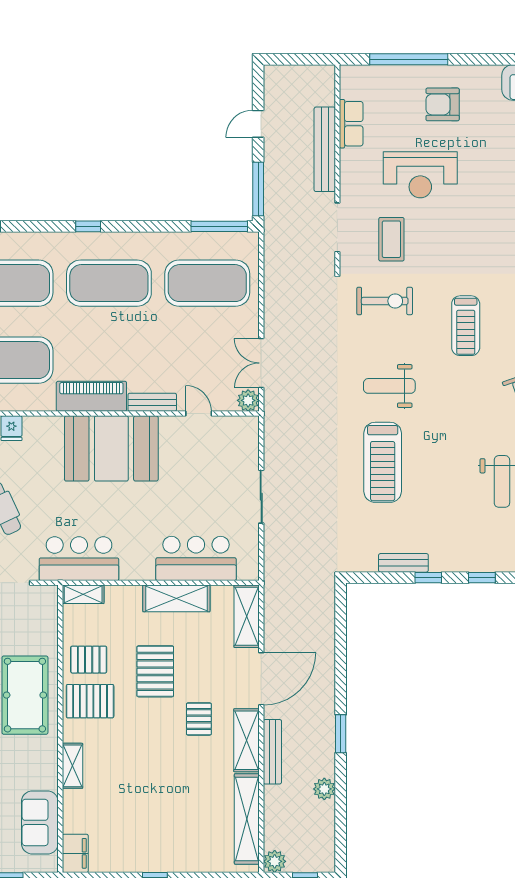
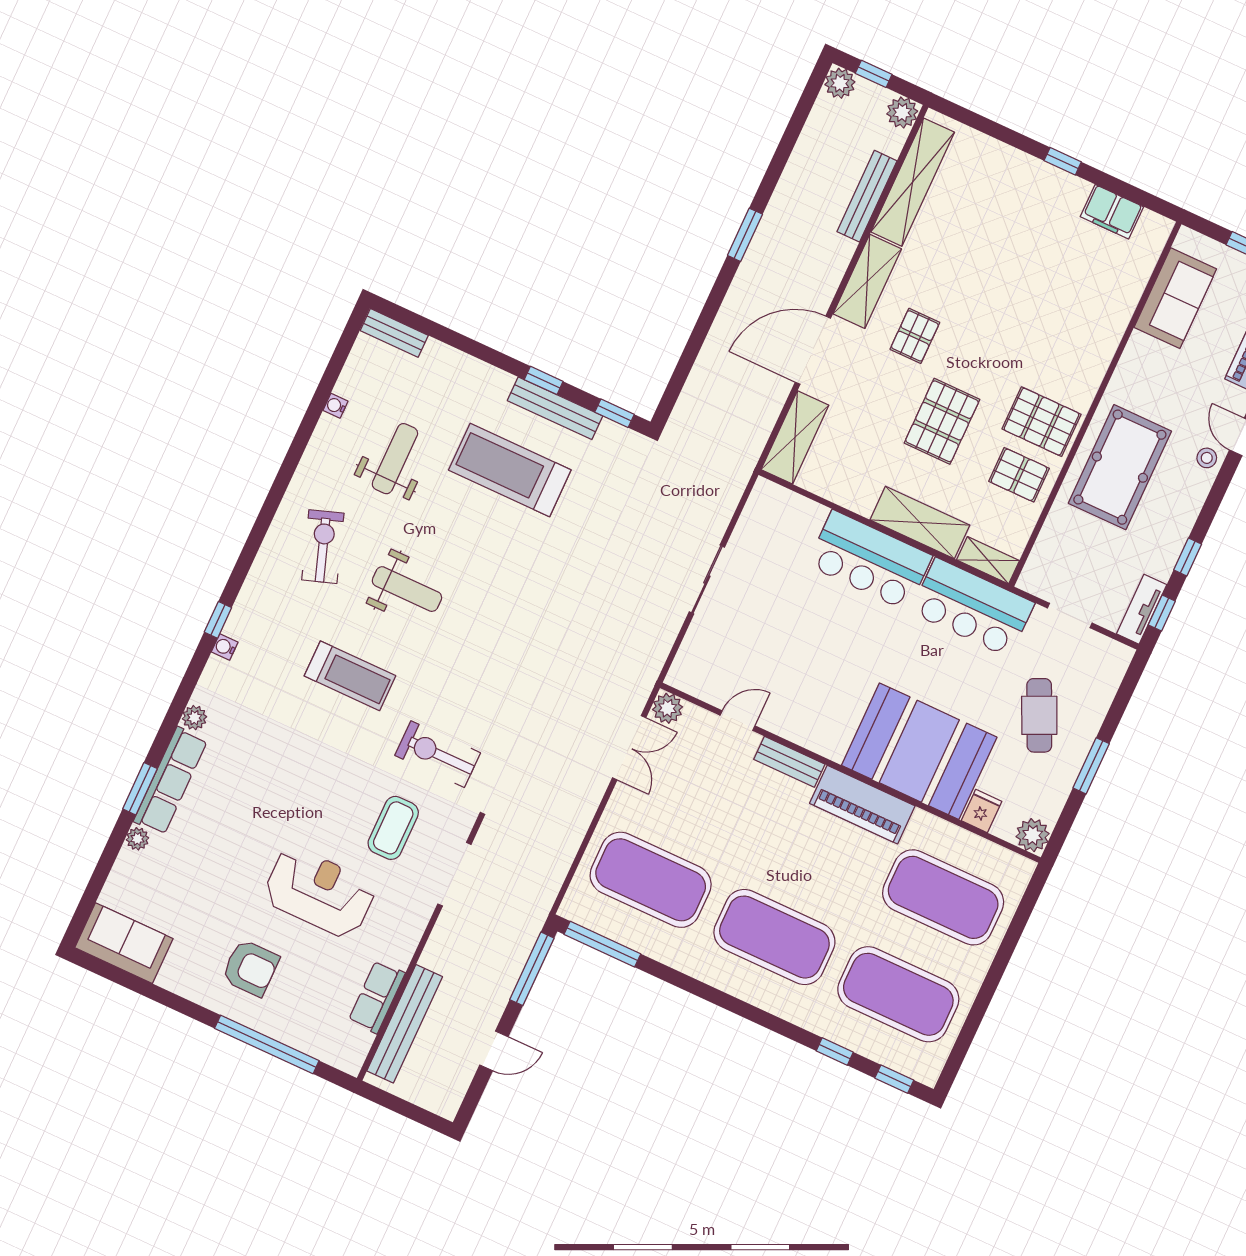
bench: (325, 149) -> (405, 1024), moved
window: (88, 226) -> (835, 1052), moved
treadmill: (466, 326) -> (350, 676), turned 90
weight bench: (389, 386) -> (407, 589), moved
door: (199, 414) -> (738, 721), swing flipped
booth: (111, 448) -> (919, 751), moved
treadmill: (383, 462) -> (510, 470), moved, turned -90
bar counter: (196, 558) -> (870, 560), moved
bench: (403, 563) -> (555, 408), width x1.36
window: (482, 578) -> (615, 413), moved
shelving: (176, 598) -> (920, 522), moved
bench: (272, 752) -> (867, 196), moved
shelving: (73, 766) -> (1101, 350), removed
plant: (324, 789) -> (840, 83), moved
filing cabinet: (75, 853) -> (1112, 212), moved, turned -90

